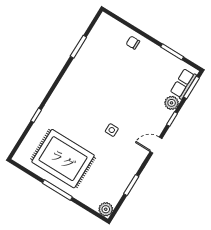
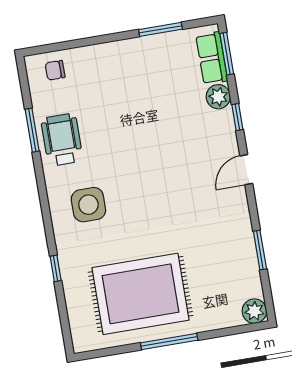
chair: (133, 43) -> (55, 70), moved
wheelchair: (88, 62) -> (62, 140), added
side table: (112, 130) -> (88, 205), moved, width x1.87, depth x1.87

